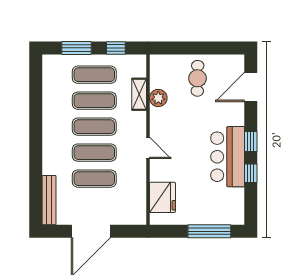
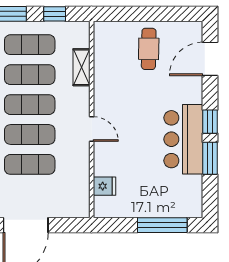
plant: (158, 98) -> (103, 72), removed
window: (251, 173) -> (210, 158), width x1.50
fridge: (162, 197) -> (104, 186), width x0.53, depth x0.75

